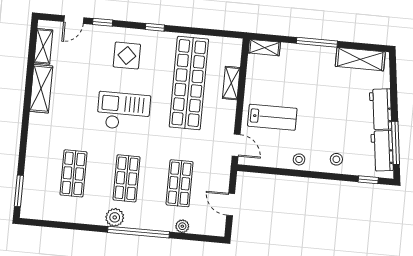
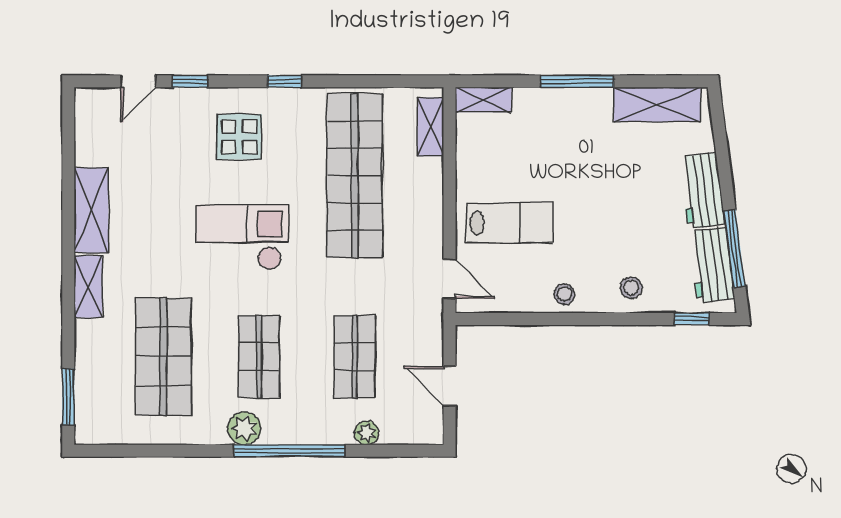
shelving: (43, 46) -> (88, 286), moved
shelving: (231, 83) -> (431, 127), moved
shop shelf: (73, 173) -> (163, 357), width x1.43, depth x1.36

